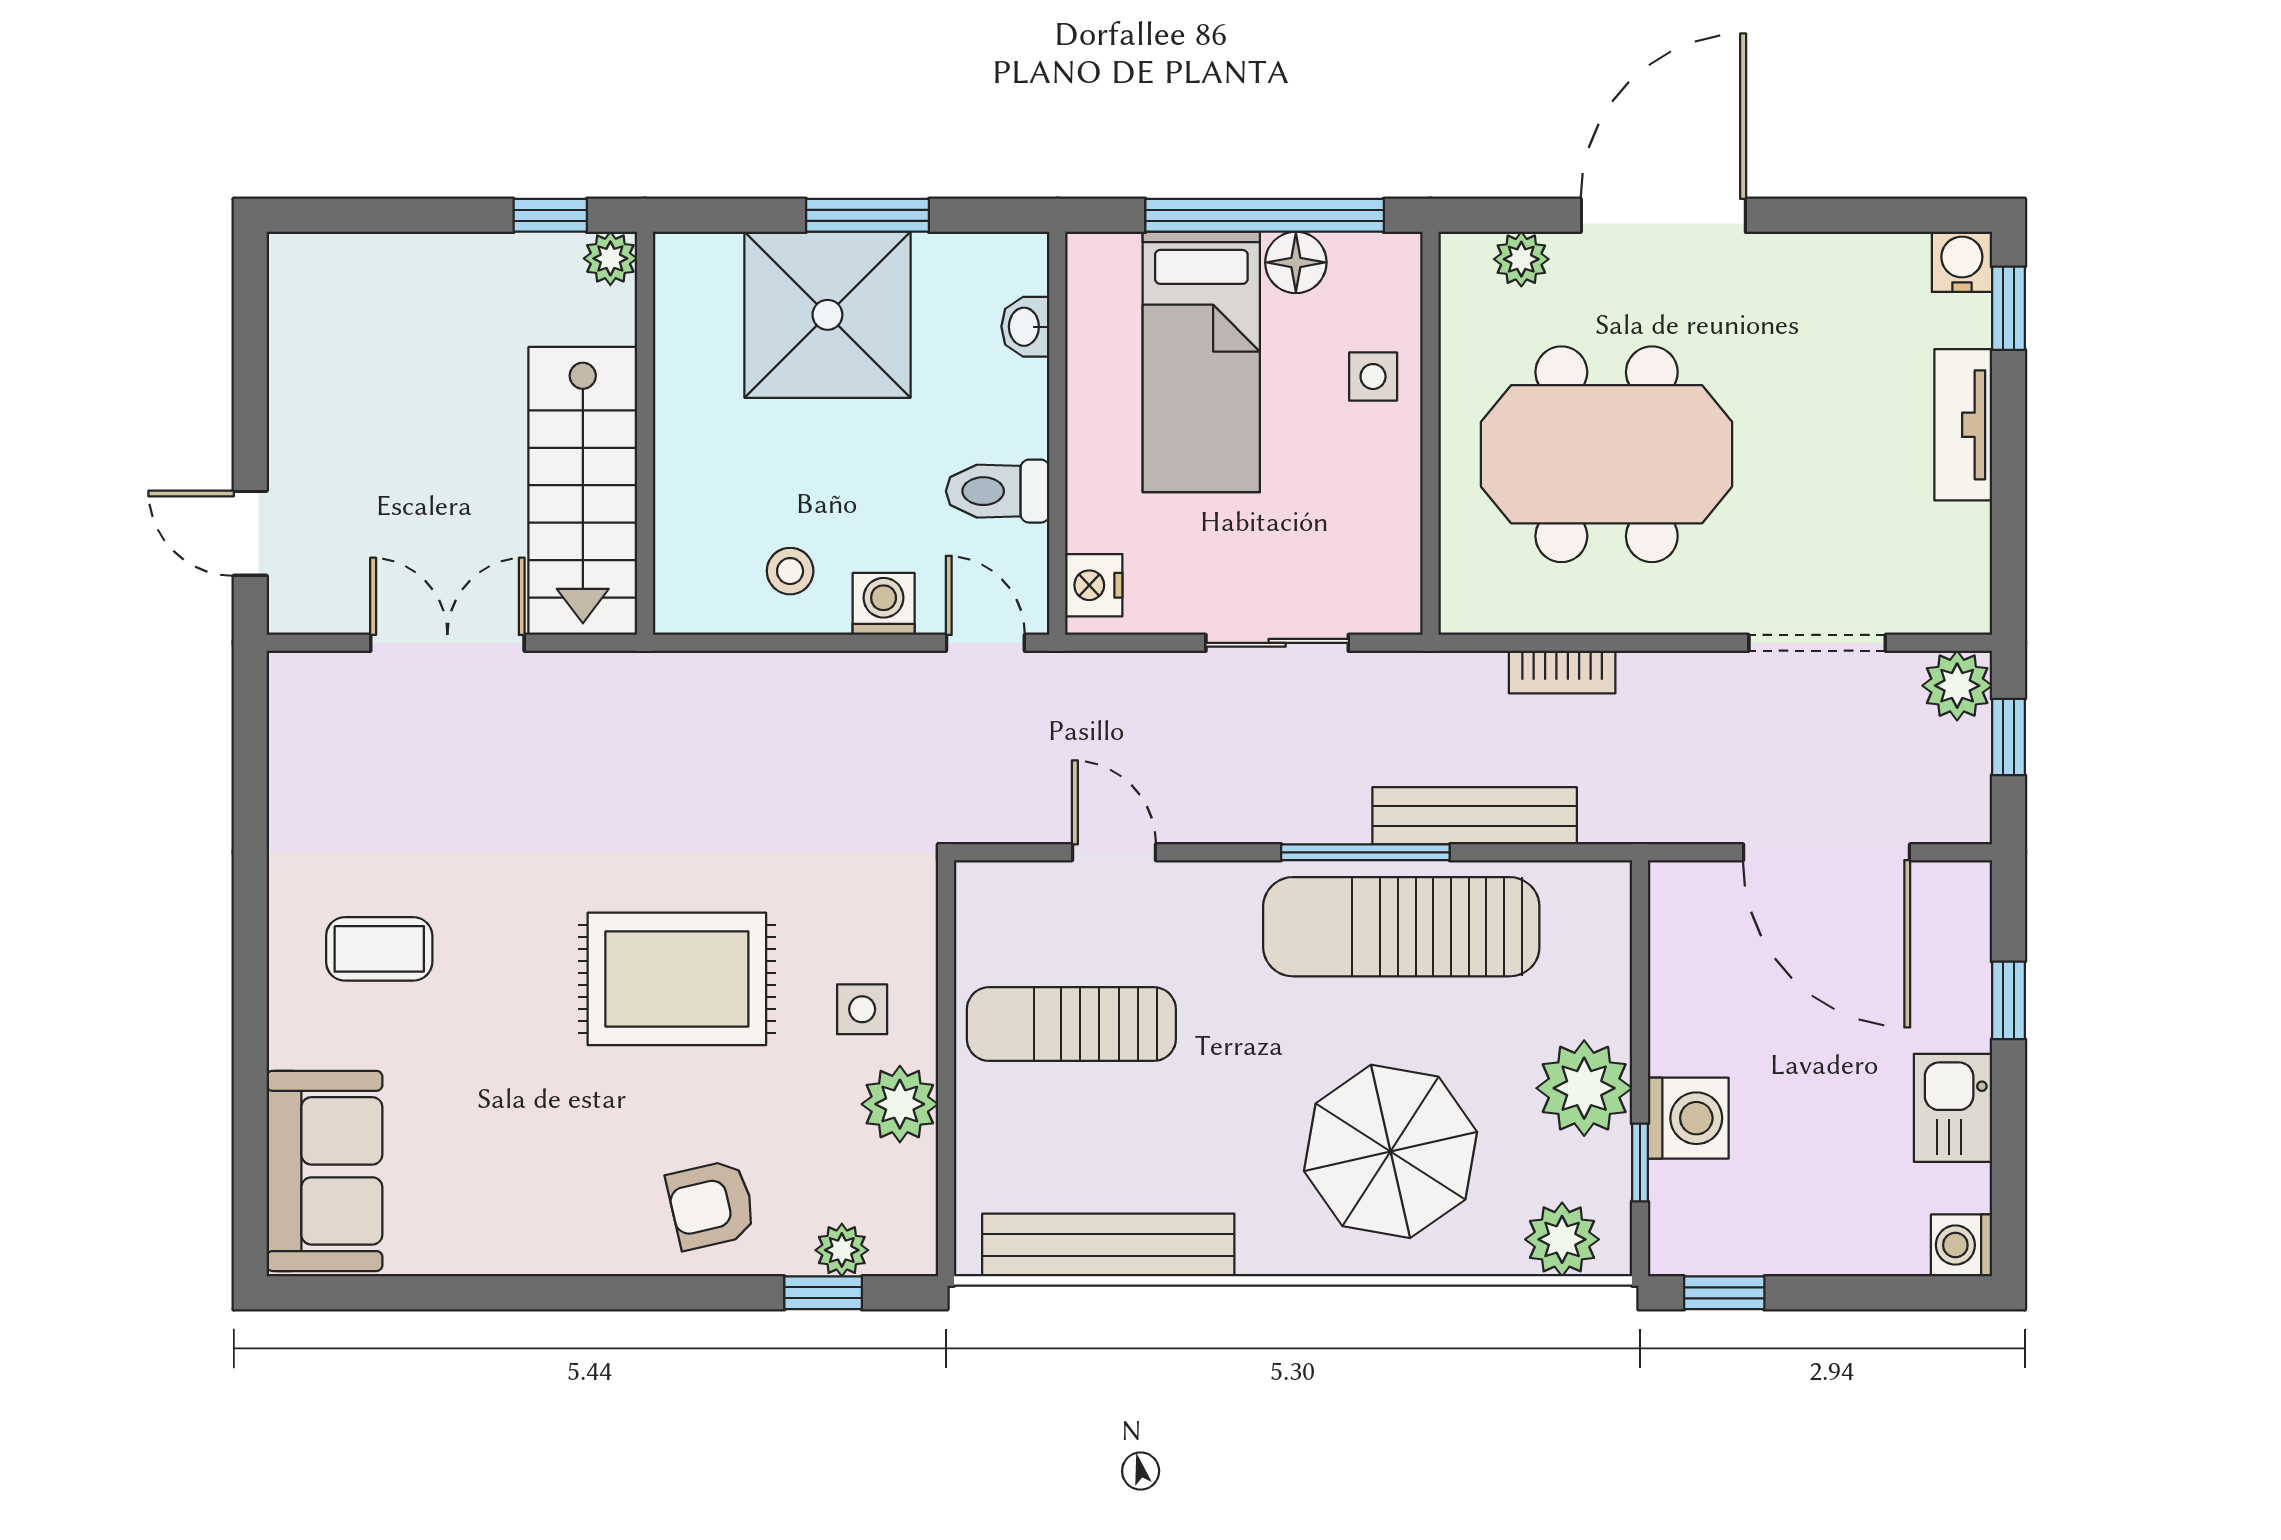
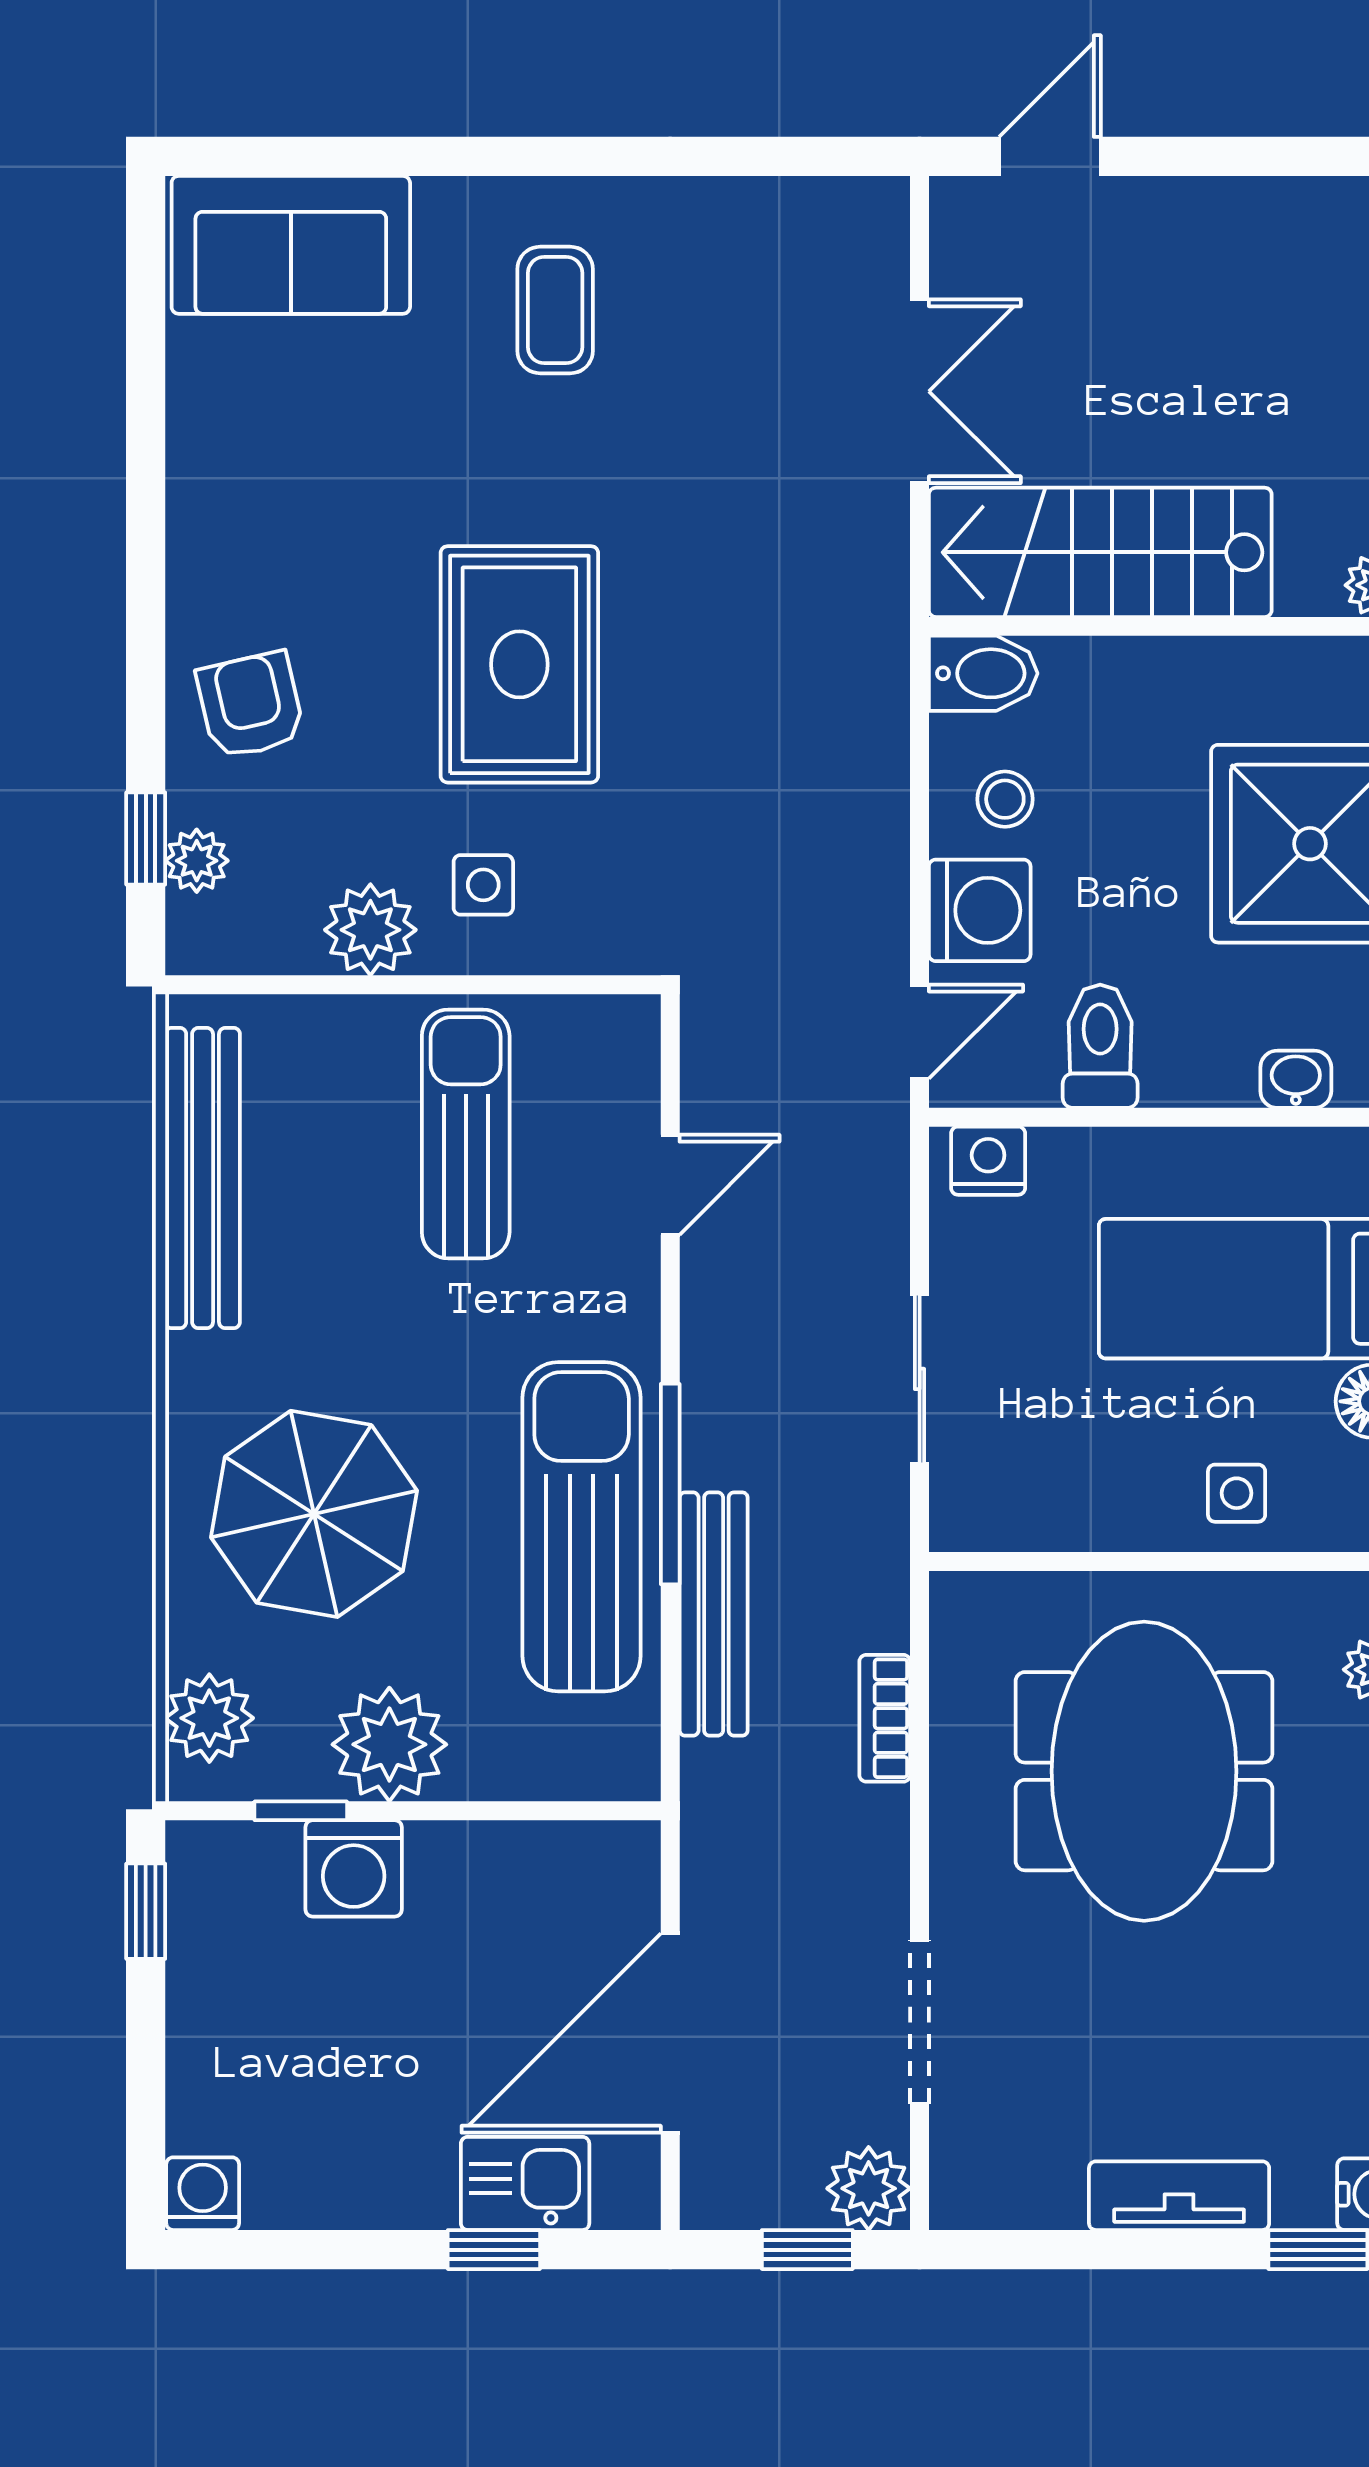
bidet: (684, 589) -> (983, 673), added
washing machine: (884, 604) -> (980, 910), width x1.38, depth x1.38
kitchen sink: (1953, 1108) -> (525, 2183), moved

